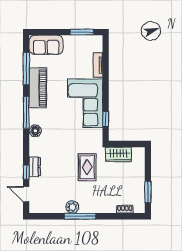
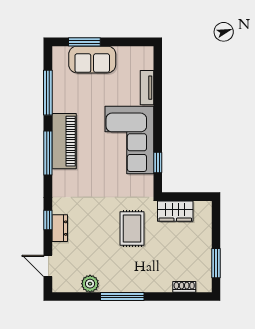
window: (82, 32) -> (84, 42), moved
sofa: (46, 45) -> (92, 60), moved
piano: (38, 88) -> (64, 141), moved
floor lamp: (35, 131) -> (60, 178), removed
window: (26, 172) -> (48, 220), moved
plant: (72, 207) -> (90, 284), moved

